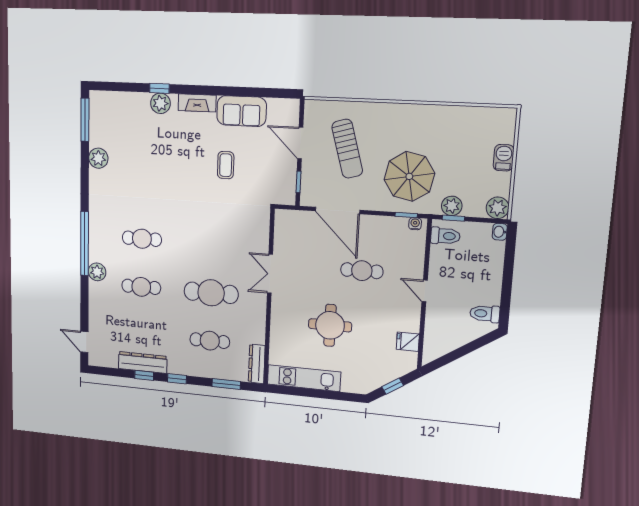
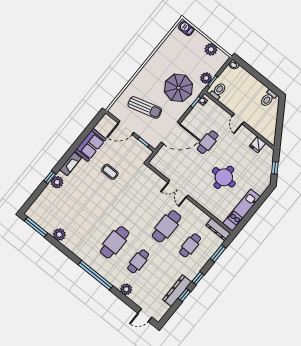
barbecue: (504, 158) -> (186, 28), moved
plant: (498, 208) -> (211, 49), moved
cafe table: (142, 239) -> (115, 242), width x1.37, depth x1.35
plant: (97, 272) -> (126, 289), moved
door: (425, 291) -> (238, 119), hinge flipped

